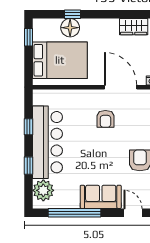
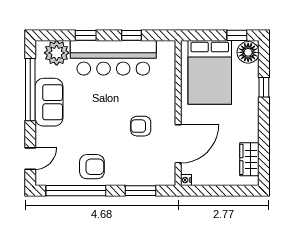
floor lamp: (70, 28) -> (248, 52), moved
sofa: (101, 197) -> (49, 102), moved

